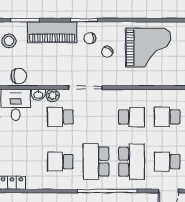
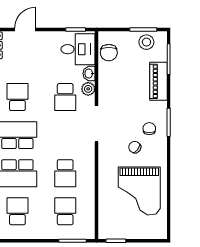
piano: (52, 32) -> (158, 81), width x0.73, depth x0.75
school desk: (60, 117) -> (65, 97), turned 180

